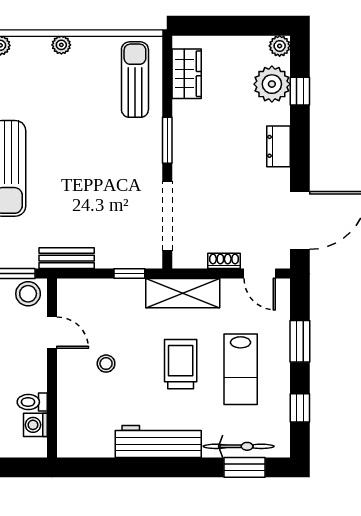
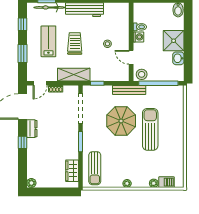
plant: (272, 84) -> (35, 166), removed
window: (300, 91) -> (22, 142), moved
dresser: (278, 146) -> (32, 129), moved
parasol: (75, 187) -> (121, 121), added
bench: (67, 258) -> (129, 90), width x1.36
door: (260, 274) -> (40, 83), swing flipped
trolley: (181, 364) -> (75, 43), turned 180
washing machine: (35, 425) -> (138, 37), moved

